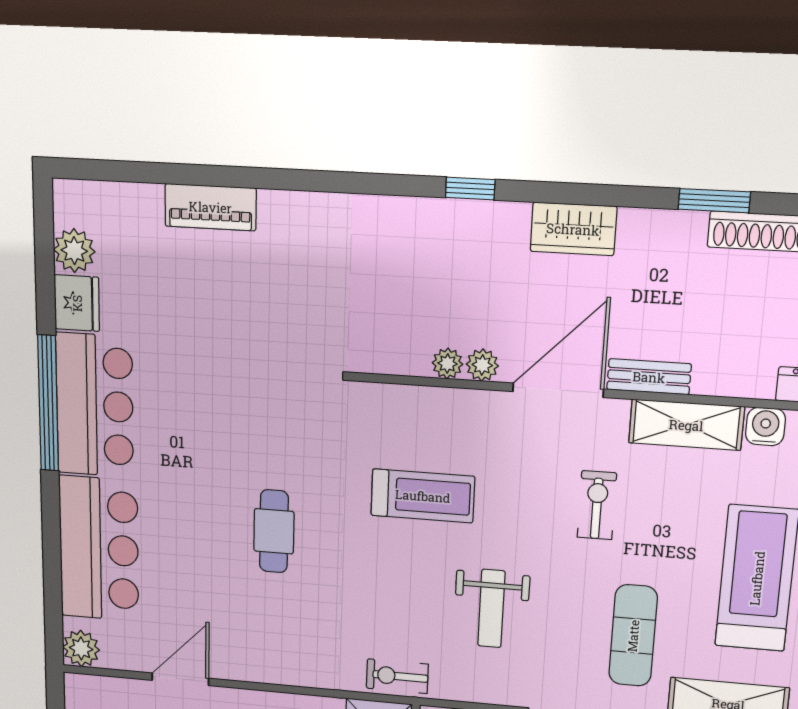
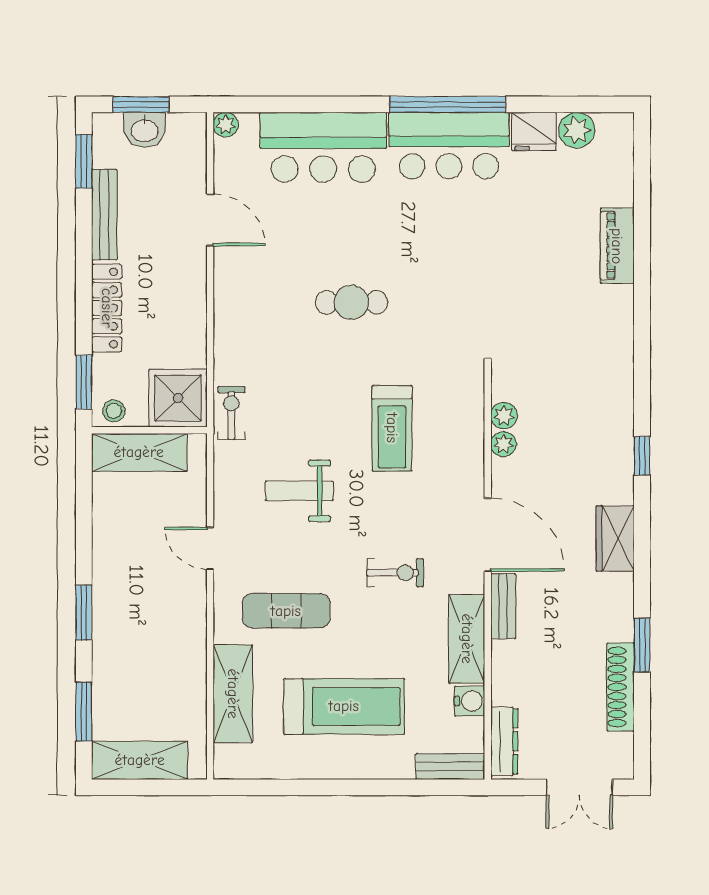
plant: (482, 365) -> (504, 416), moved
plant: (81, 648) -> (226, 125), width x0.73, depth x0.73

